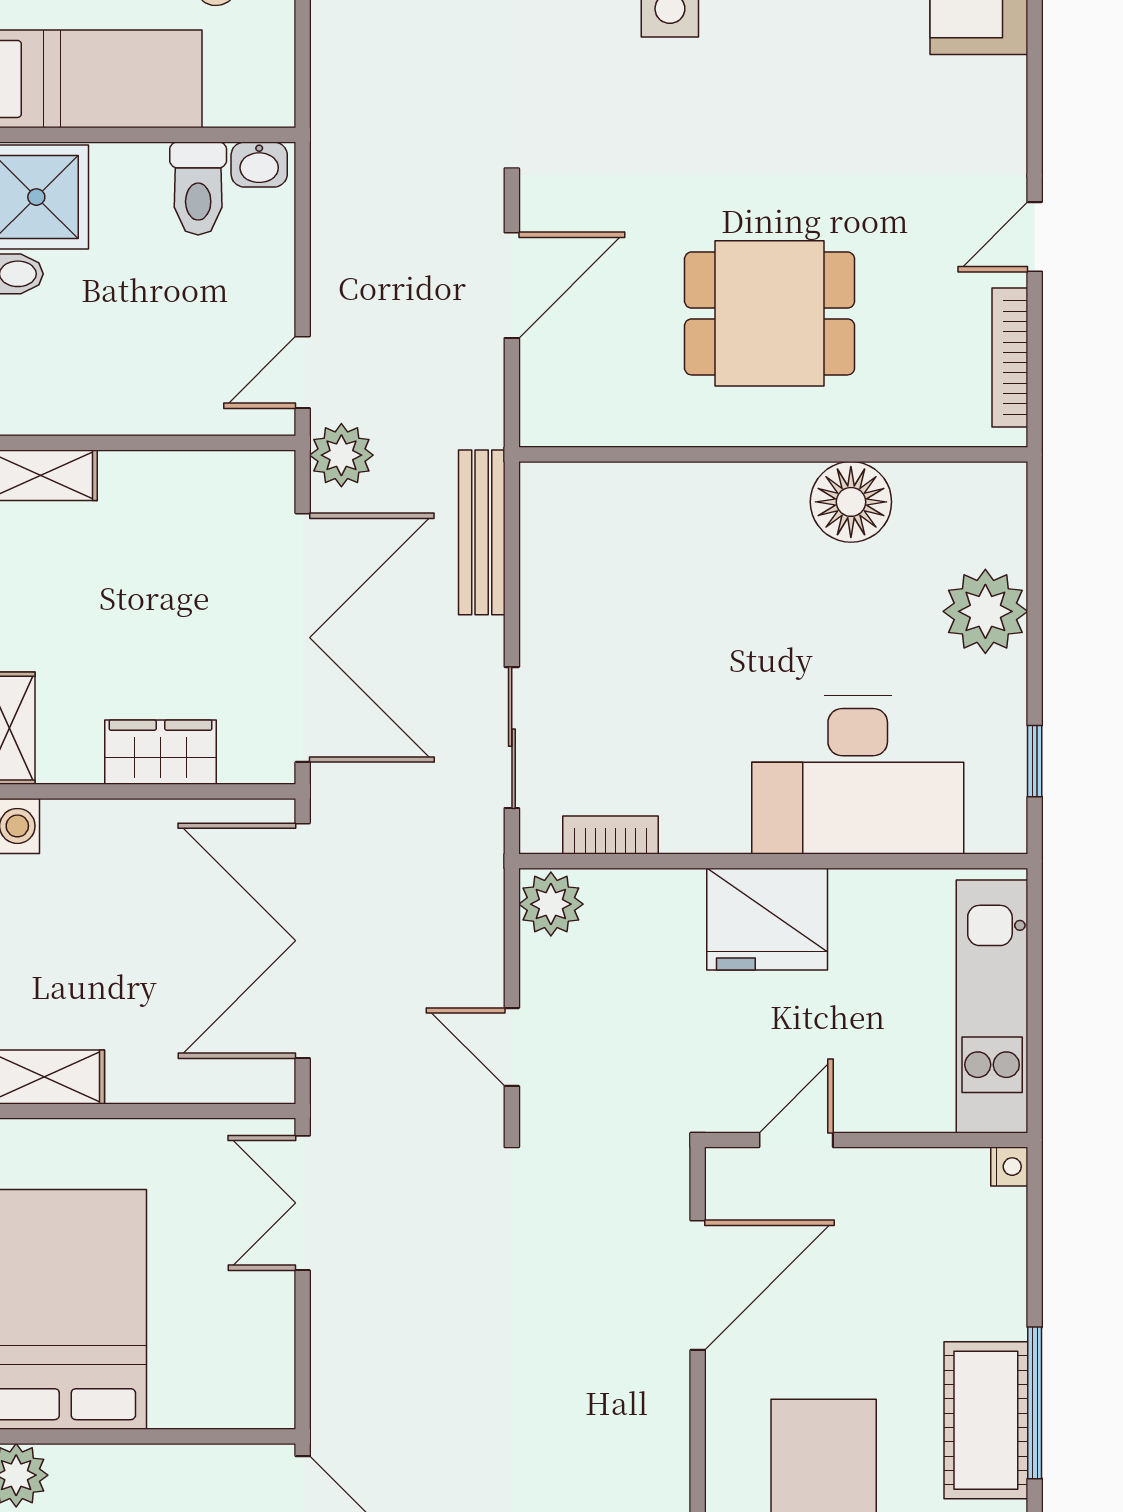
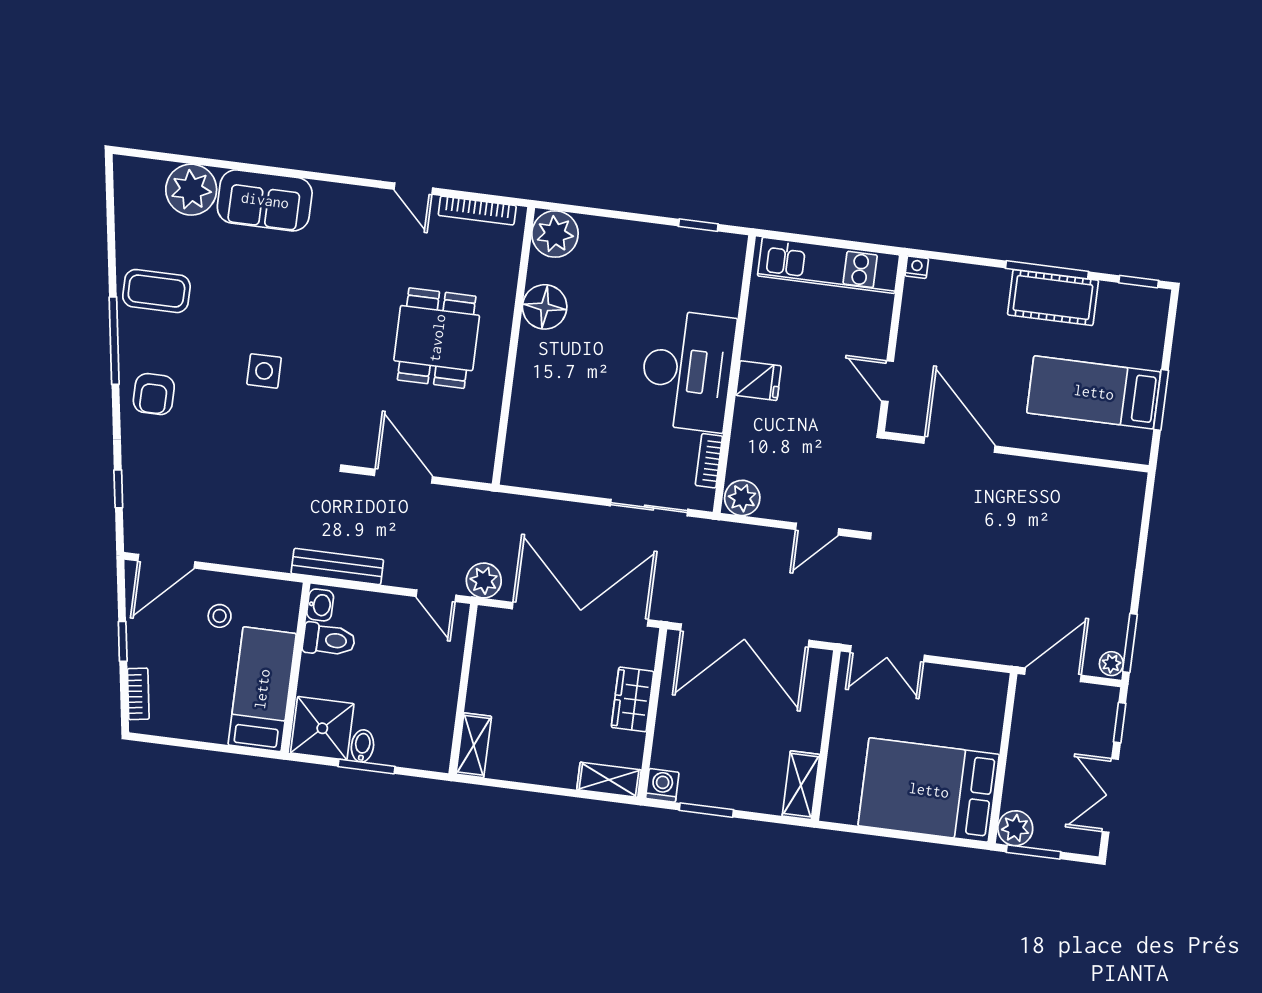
bench: (482, 532) -> (337, 567), moved
plant: (985, 611) -> (555, 234), moved
desk: (858, 775) -> (687, 371), moved
fridge: (767, 919) -> (758, 381), width x0.53, depth x0.75

